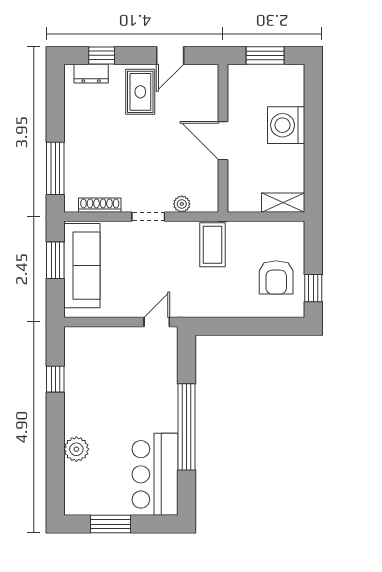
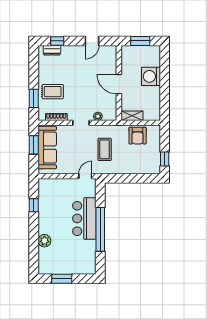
rug: (140, 92) -> (53, 92), moved, turned 90
window: (55, 168) -> (34, 98), width x0.69
shelving: (283, 203) -> (132, 116), moved
coffee table: (213, 245) -> (105, 149), moved
armchair: (276, 277) -> (138, 136), moved
bar counter: (155, 474) -> (84, 219), moved

